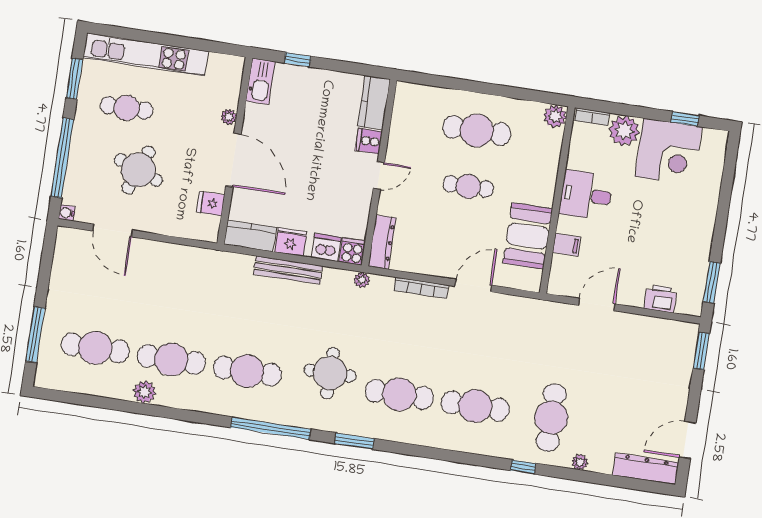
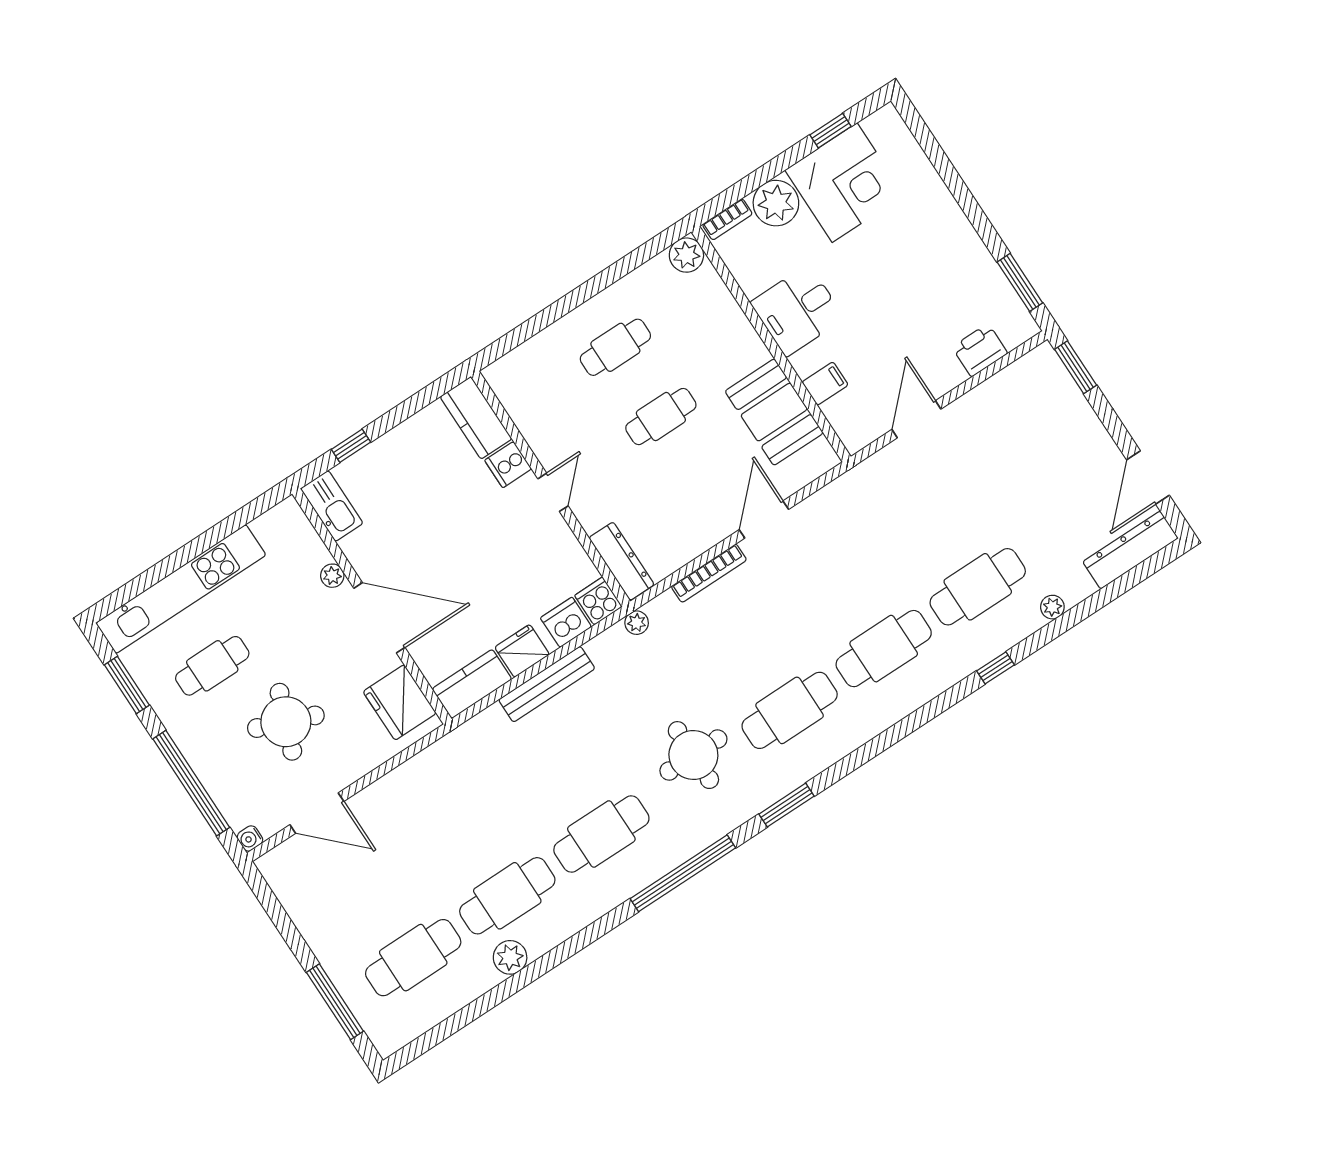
cafe table: (477, 130) -> (615, 347), width x0.73, depth x0.74
fridge: (211, 203) -> (400, 702), width x1.88, depth x1.34
cafe table: (551, 418) -> (978, 587), turned 90

